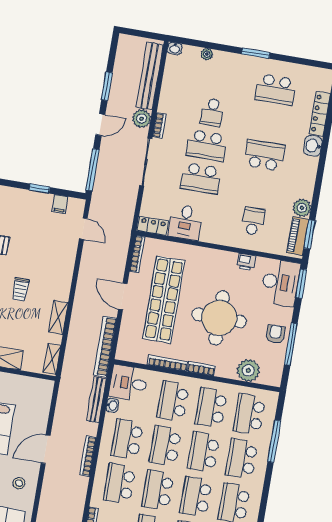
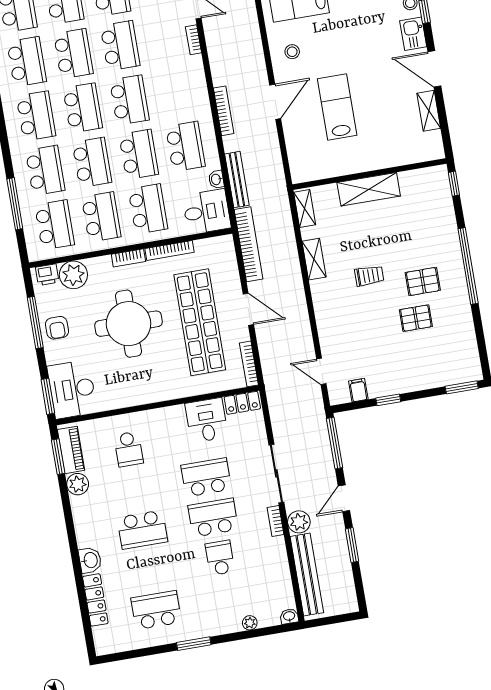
printer: (246, 262) -> (47, 275), moved, turned 180
trolley: (20, 289) -> (369, 276), turned 90
school desk: (119, 484) -> (176, 92), removed

